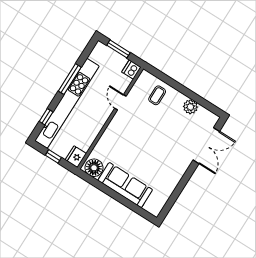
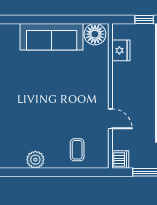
fridge: (76, 157) -> (121, 50), moved

